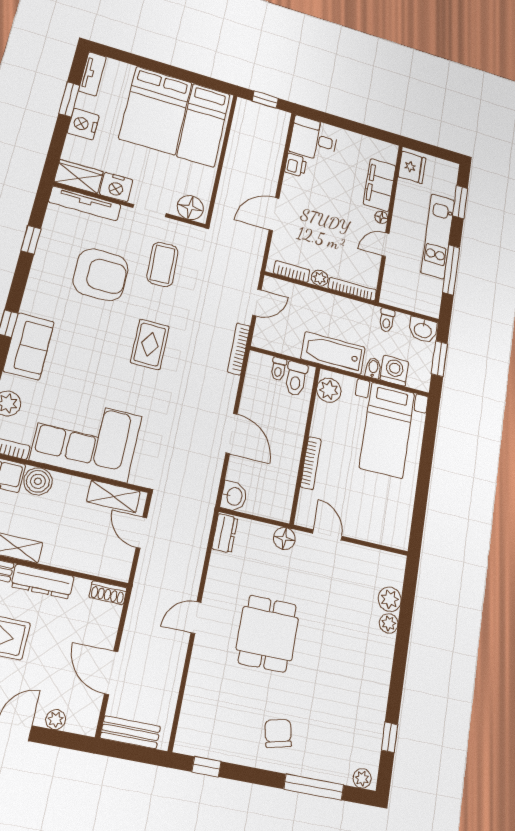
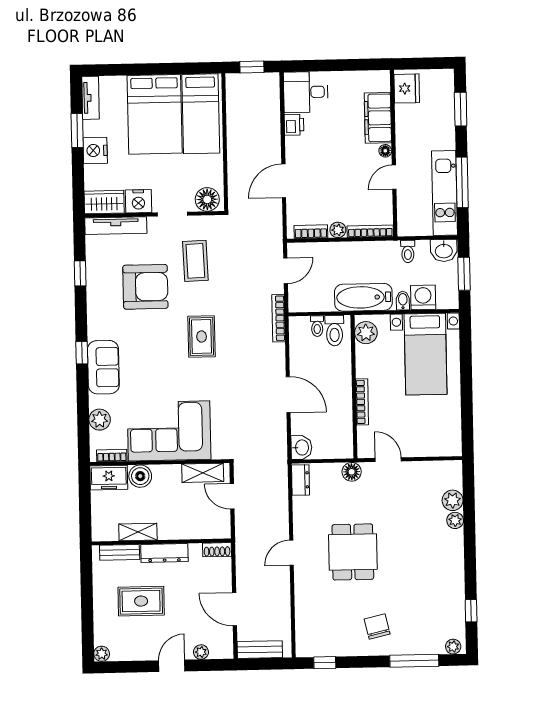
kitchen unit: (438, 236) -> (445, 193), moved

